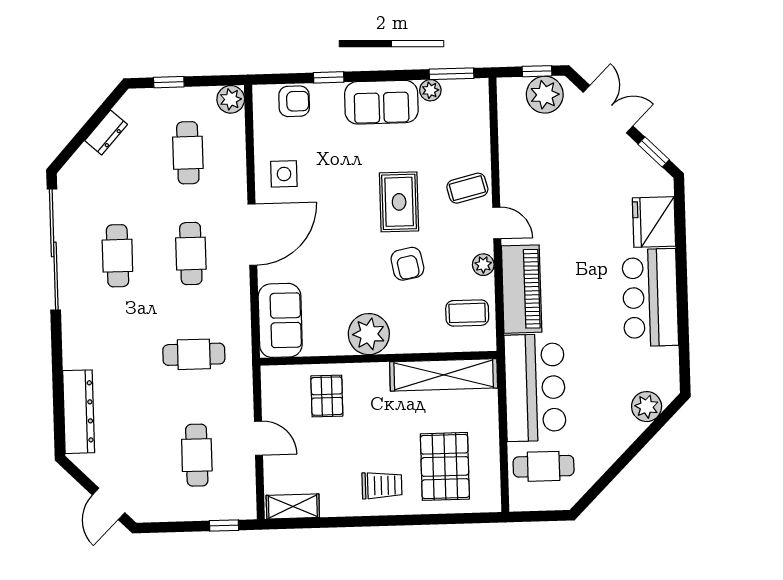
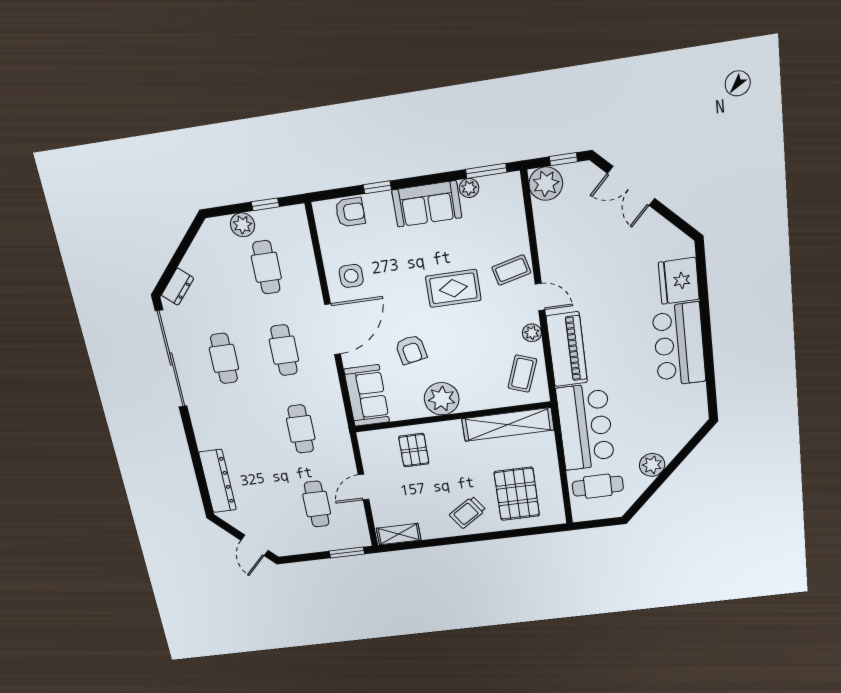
window: (169, 82) -> (265, 204), moved
plant: (545, 95) -> (546, 184), moved
plant: (231, 99) -> (242, 225), moved
double door: (608, 109) -> (631, 186), swing flipped
dresser: (106, 133) -> (178, 287), moved
window: (654, 152) -> (675, 220), removed
rug: (399, 202) -> (453, 288), turned 90
armchair: (407, 264) -> (411, 350), moved
coffee table: (467, 313) -> (522, 374), turned -70
cafe table: (194, 354) -> (301, 429), turned 90
plant: (647, 407) -> (652, 465), moved
door: (258, 438) -> (363, 487), swing flipped
trolley: (382, 485) -> (468, 512), turned 146
window: (224, 525) -> (347, 553), width x1.50

